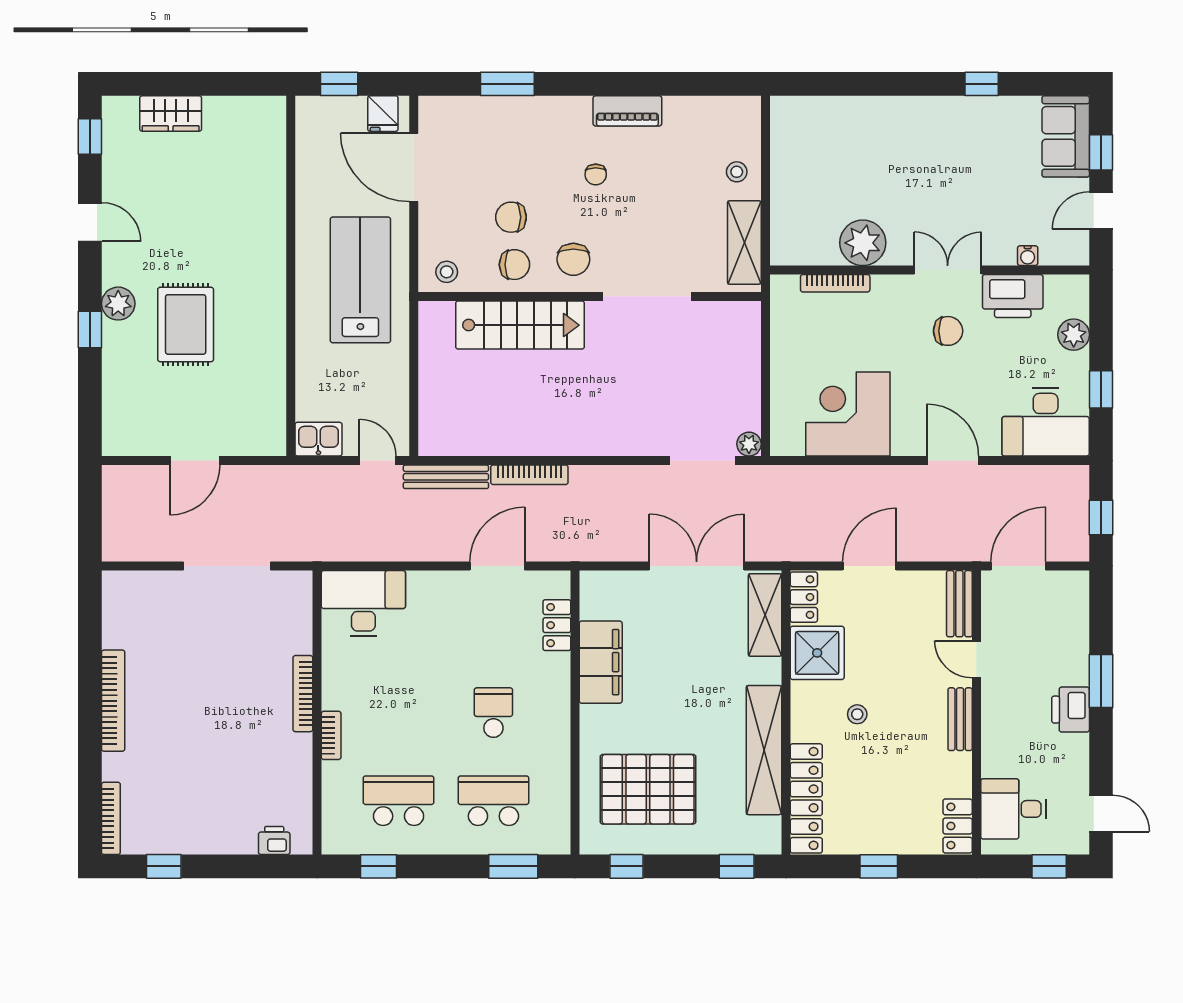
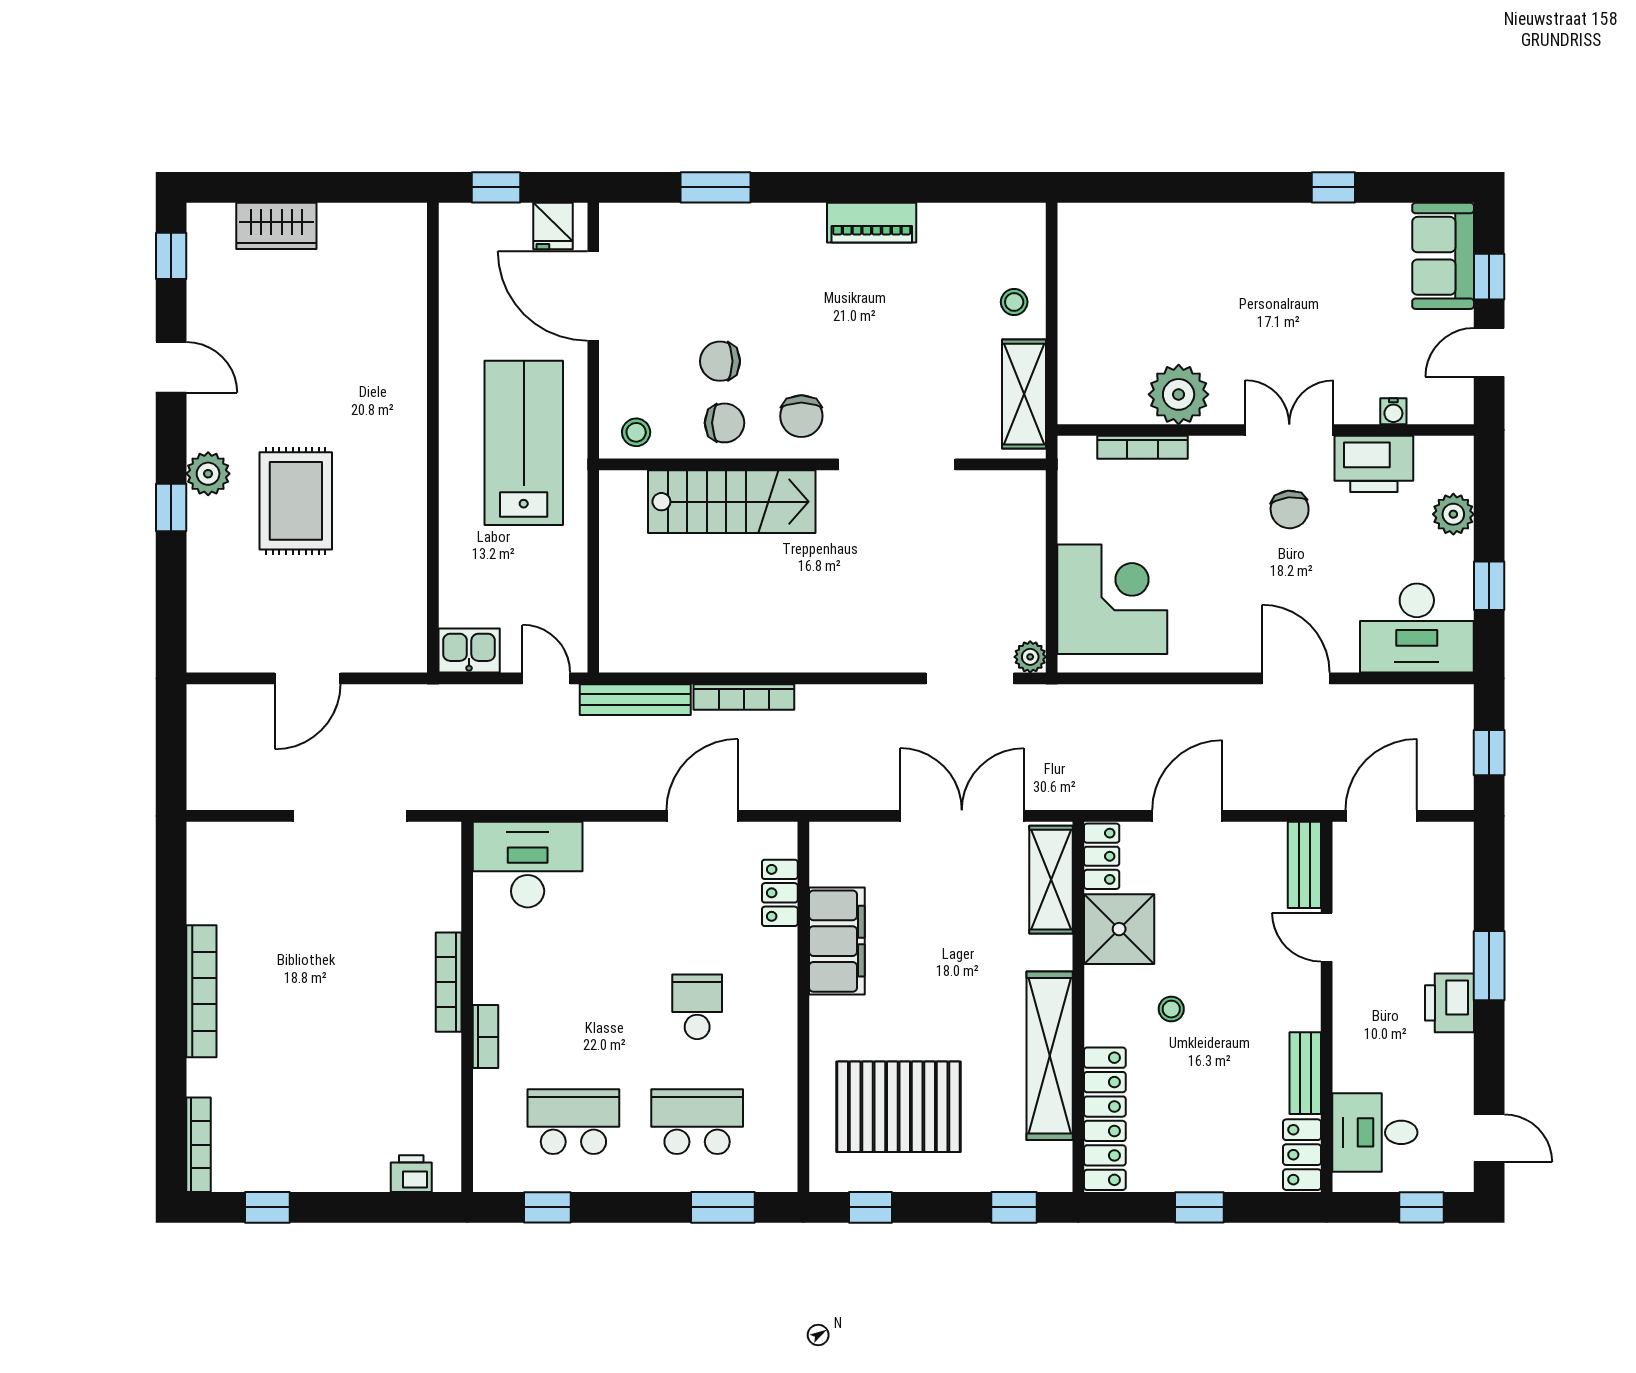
chair: (596, 175) -> (830, 305), removed
chair: (948, 331) -> (1290, 509), turned 84
corner desk: (848, 414) -> (1112, 599), moved, turned 90
bench: (960, 719) -> (1305, 1073), moved

